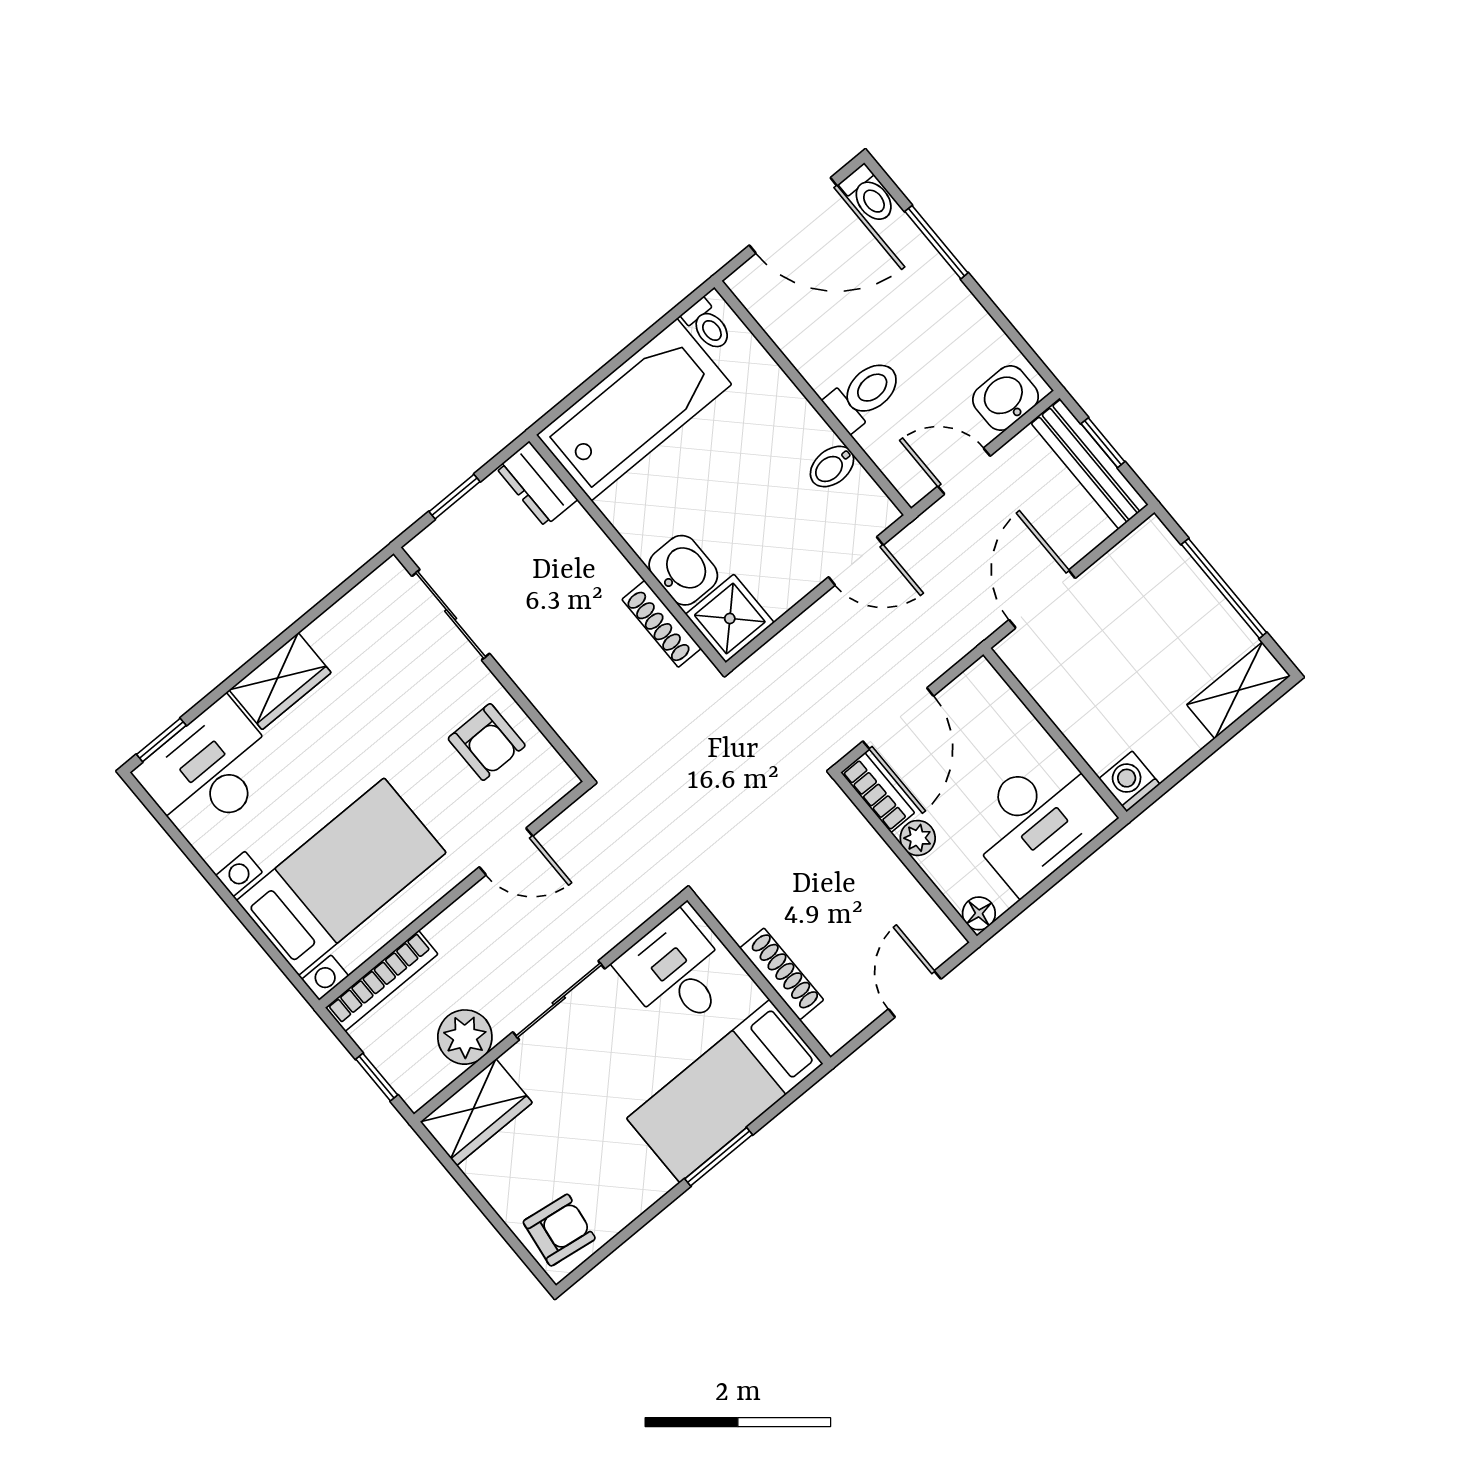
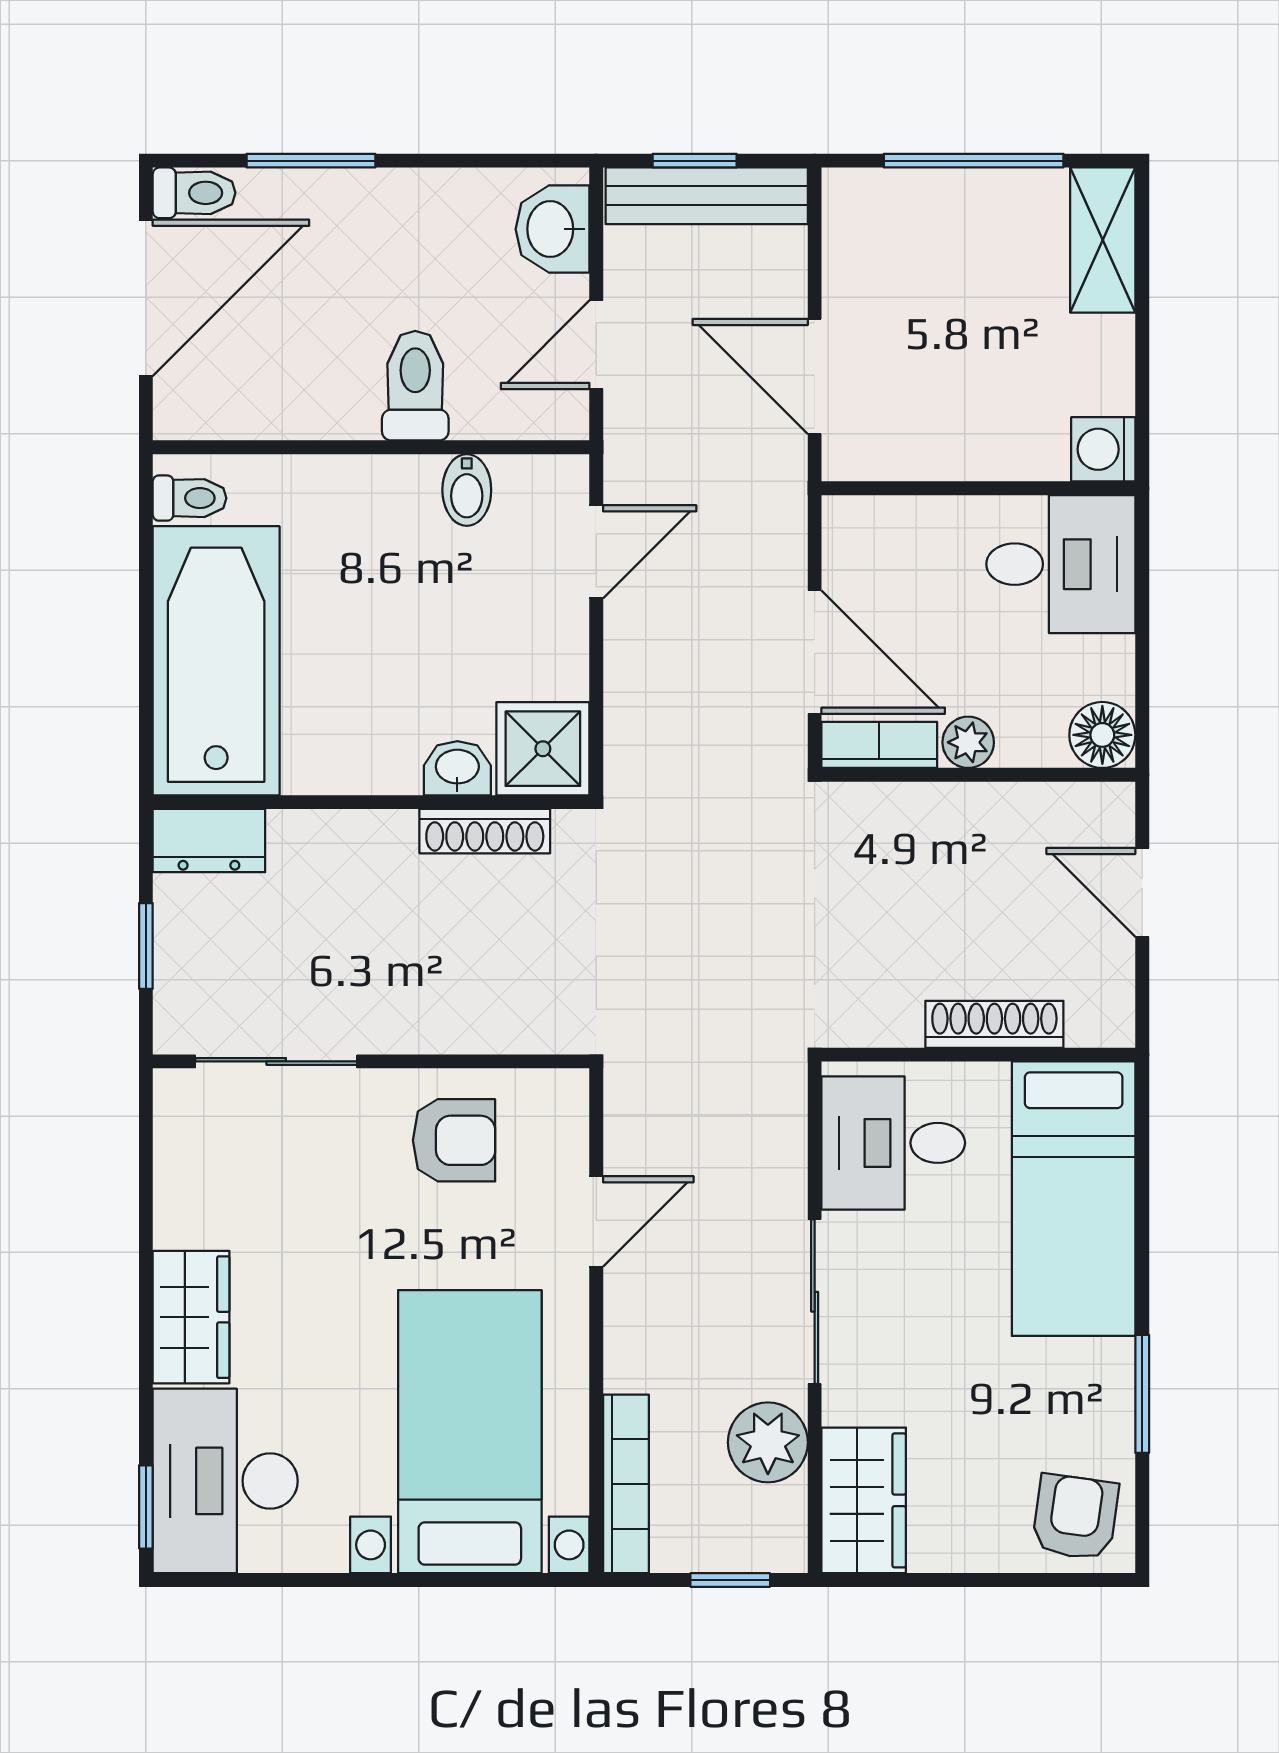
washbasin: (683, 570) -> (457, 768), width x0.72, depth x0.69
desk: (1038, 820) -> (1061, 564), width x0.73
floor lamp: (979, 913) -> (1102, 735), width x1.37, depth x1.37
window: (719, 1157) -> (1142, 1394), moved

